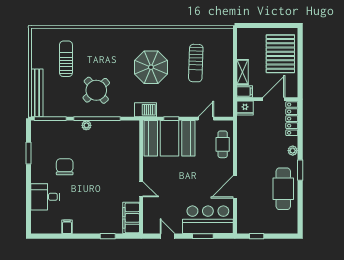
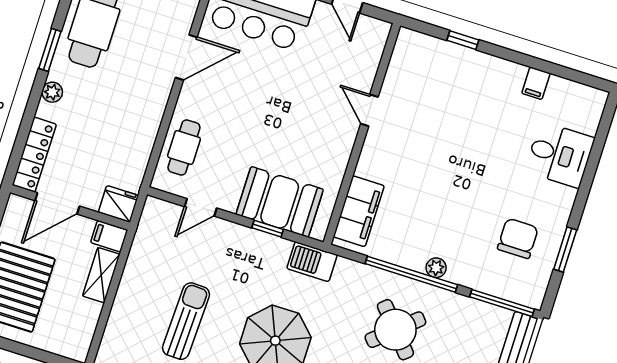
booth: (170, 138) -> (280, 202), width x0.73, depth x0.70
chair: (65, 167) -> (518, 238), moved, turned 180
filing cabinet: (131, 218) -> (359, 211), moved

